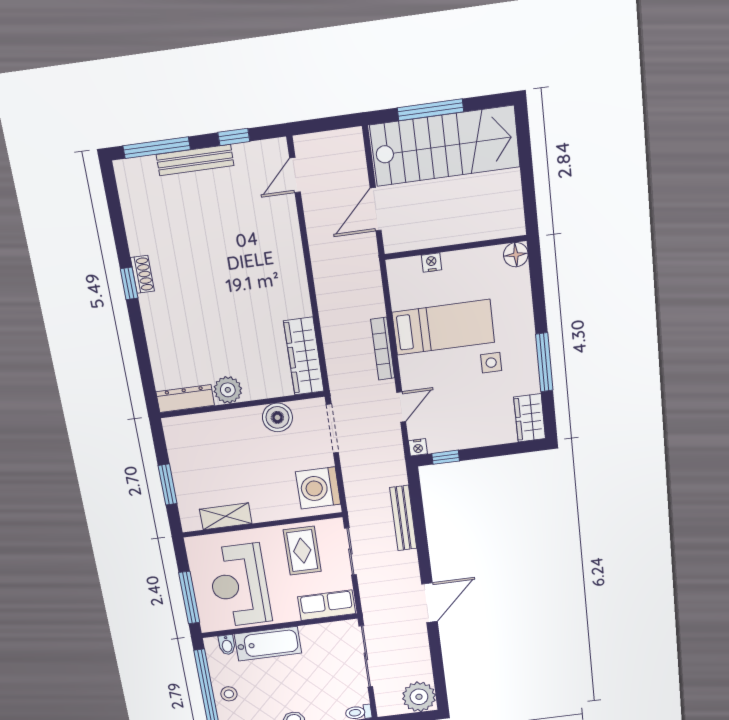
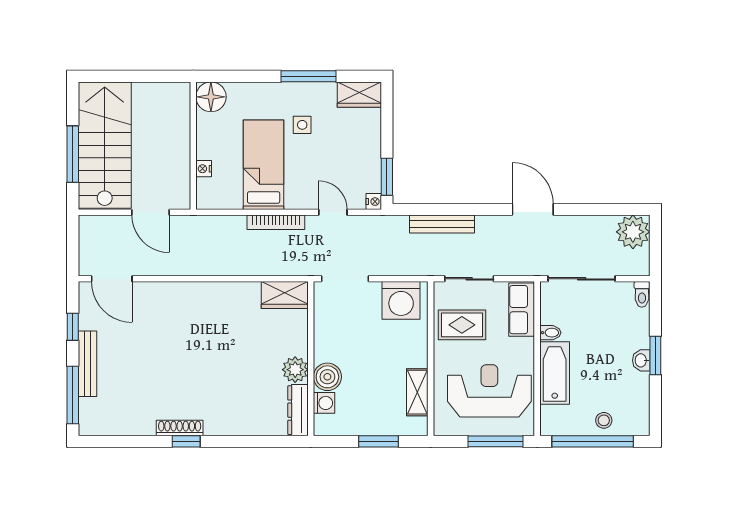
door: (295, 175) -> (112, 279), width x1.38
floor lamp: (516, 255) -> (211, 97), width x1.38, depth x1.38
shoe rack: (142, 274) -> (180, 428), width x1.43
wardrobe: (304, 356) -> (285, 295), width x0.67
boiler: (277, 417) -> (327, 377), moved
washing machine: (198, 424) -> (324, 403), added
window: (446, 457) -> (387, 177), width x1.50
reception desk: (239, 585) -> (489, 391), turned 180
bidet: (227, 645) -> (550, 333), moved

